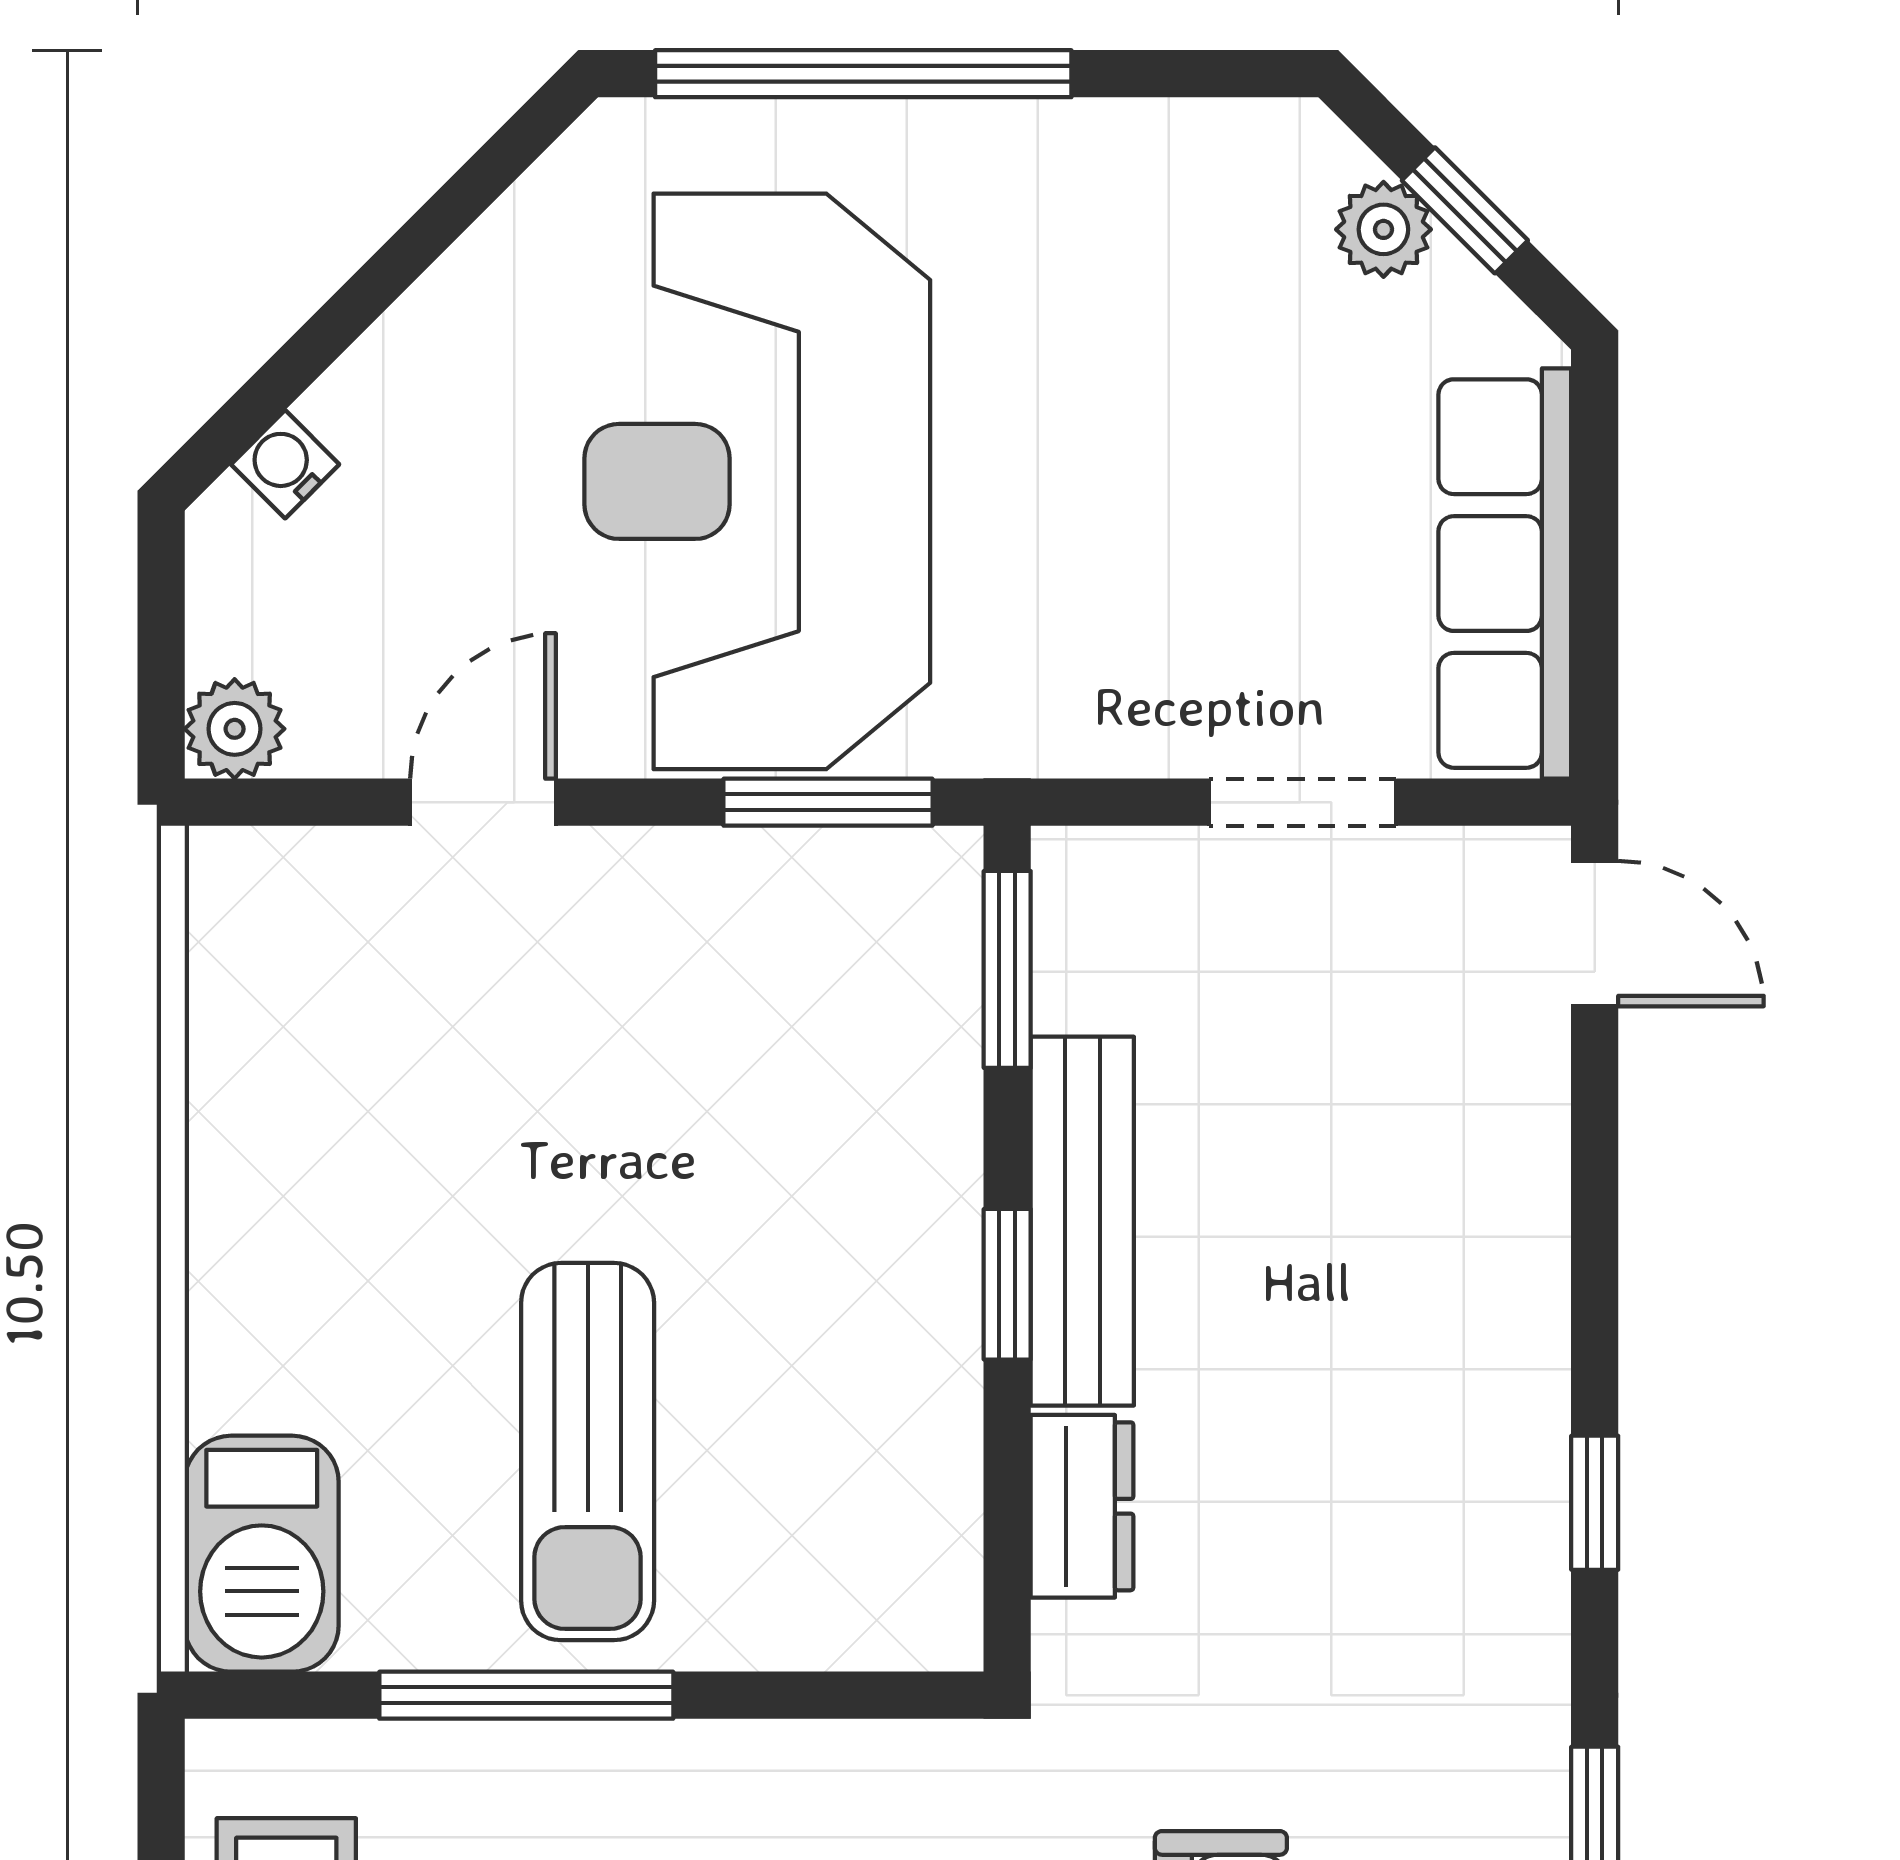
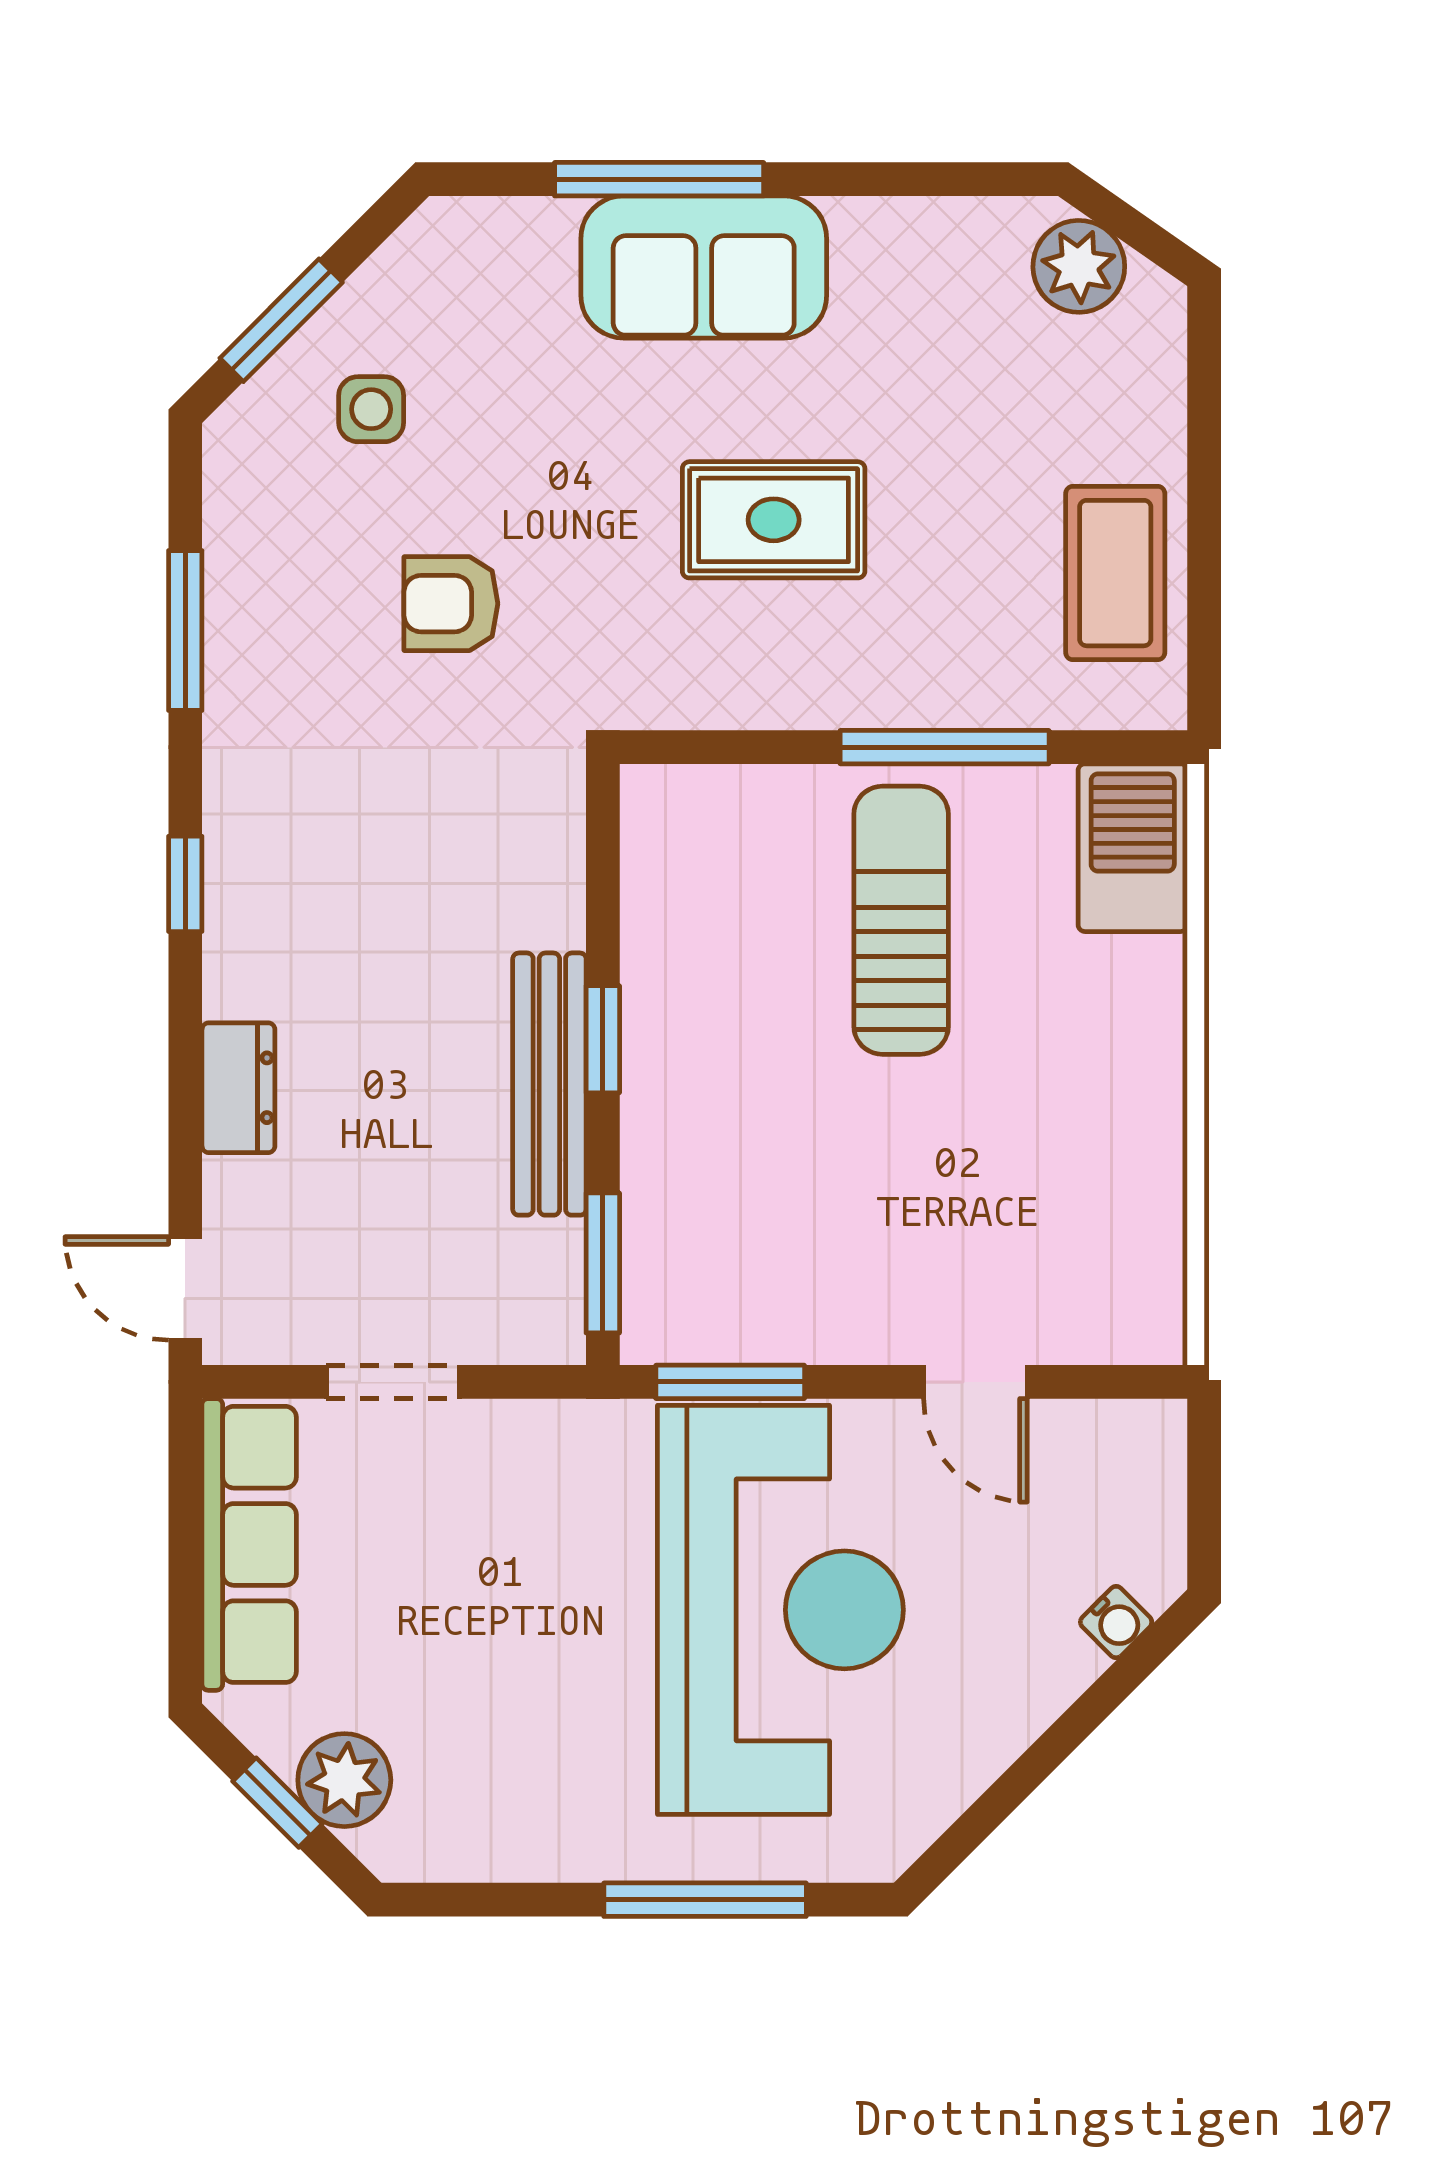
window: (863, 74) -> (705, 1900), width x0.68
plant: (1383, 229) -> (344, 1780), width x1.38, depth x1.38
plant: (235, 729) -> (1152, 1434), removed
door: (483, 802) -> (975, 1382), hinge flipped
dresser: (1082, 1506) -> (238, 1088), moved, turned 180

